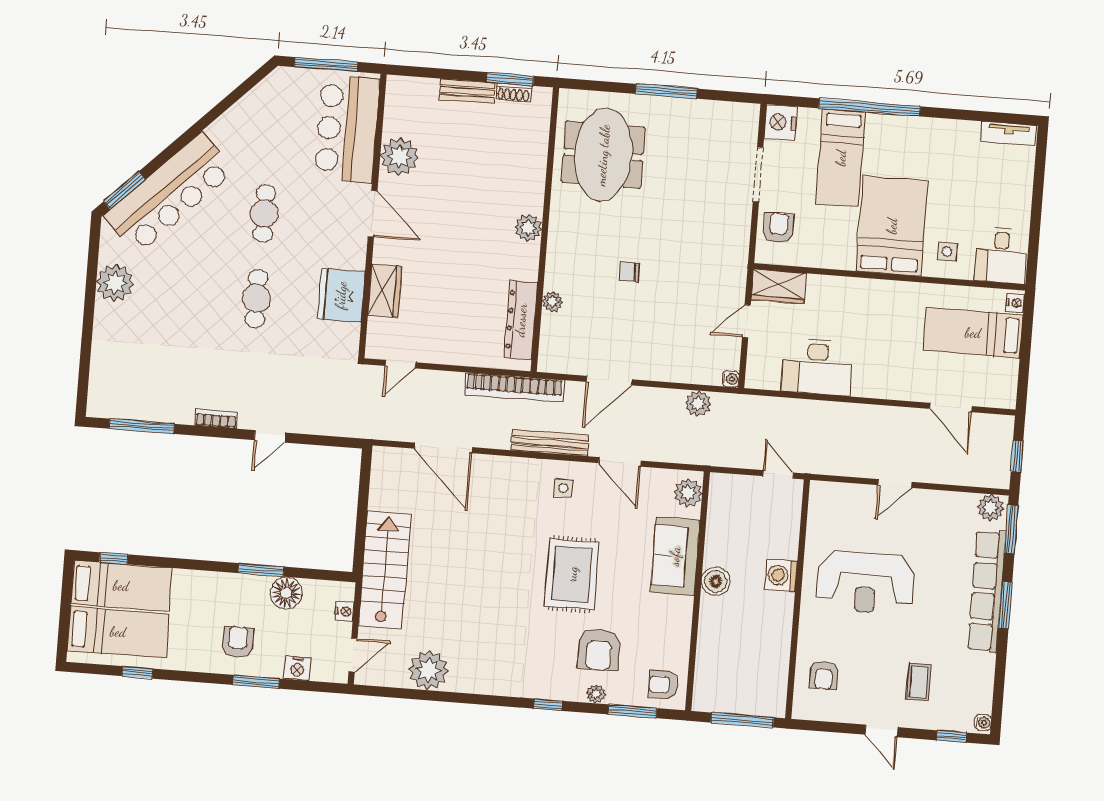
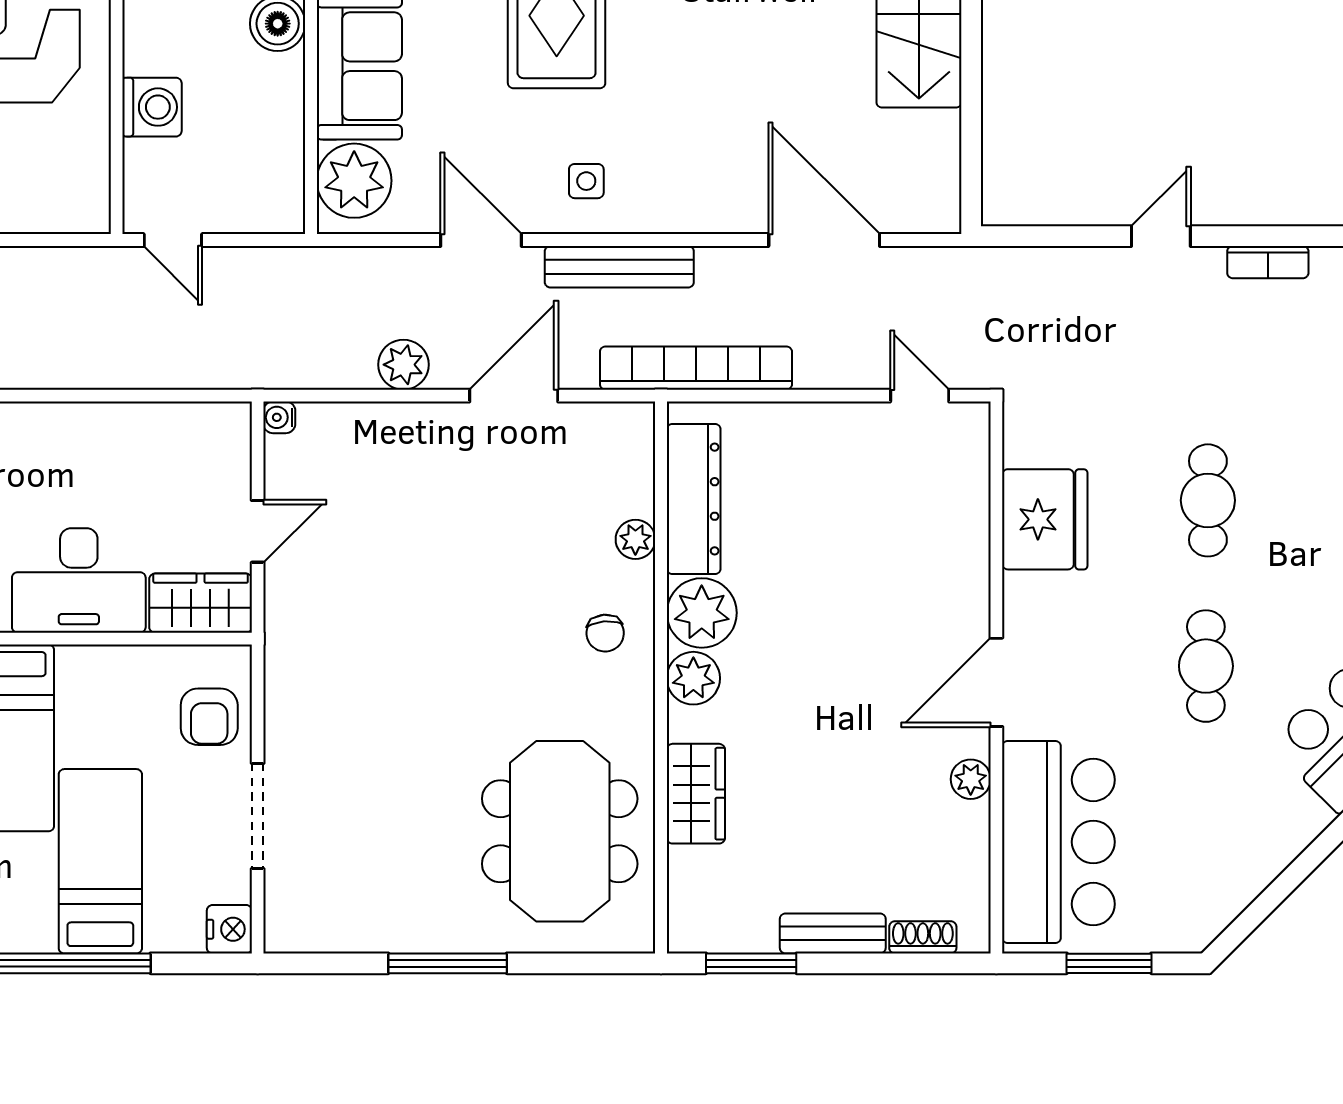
window: (326, 65) -> (1109, 963), width x0.69
shoe rack: (513, 93) -> (923, 937), moved
nightstand: (780, 122) -> (229, 929), width x0.74, depth x0.75
plant: (399, 157) -> (971, 779), width x0.53, depth x0.53
door: (373, 214) -> (996, 682), hinge flipped
plant: (521, 261) -> (702, 613), added
chair: (629, 272) -> (605, 633), moved, turned 85
wardrobe: (385, 291) -> (696, 794), moved, turned 180
door: (400, 364) -> (920, 396), hinge flipped
desk: (817, 367) -> (79, 580), moved, turned 180
plant: (698, 404) -> (403, 365), moved
plant: (688, 493) -> (354, 181), width x1.36, depth x1.36
washing machine: (781, 575) -> (152, 107), moved

